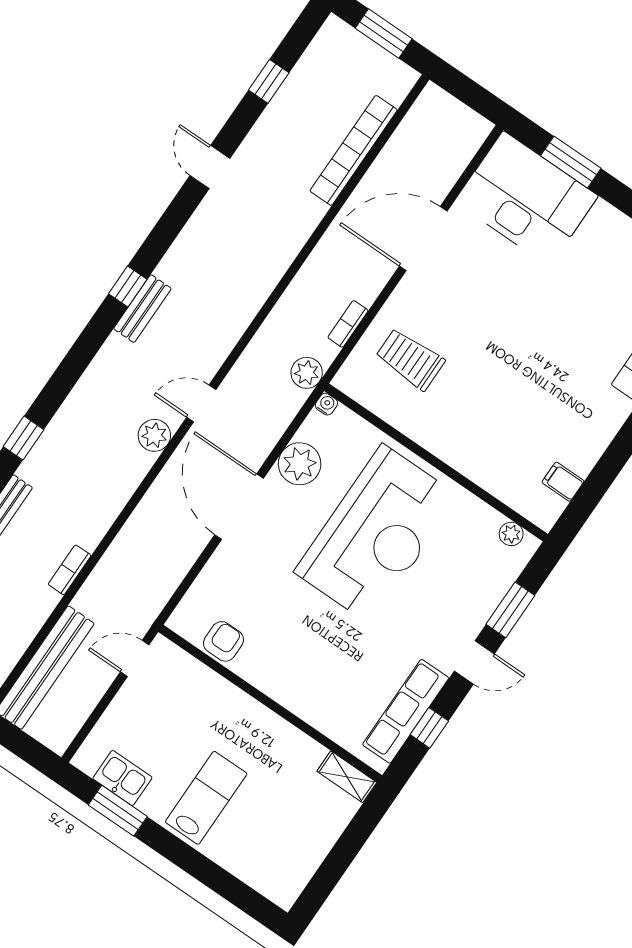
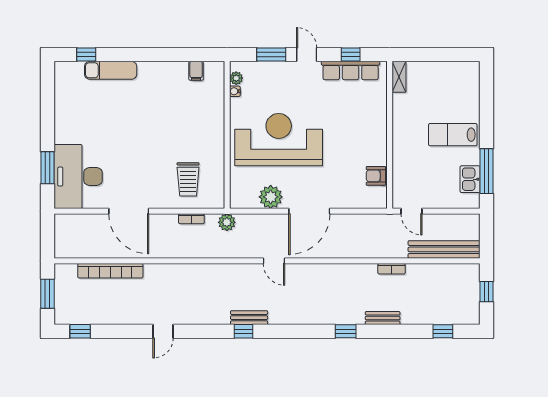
window: (269, 81) -> (80, 331), moved
water cooler: (326, 404) -> (235, 91), moved
plant: (154, 435) -> (303, 272), removed
window: (118, 811) -> (486, 171), width x1.44

